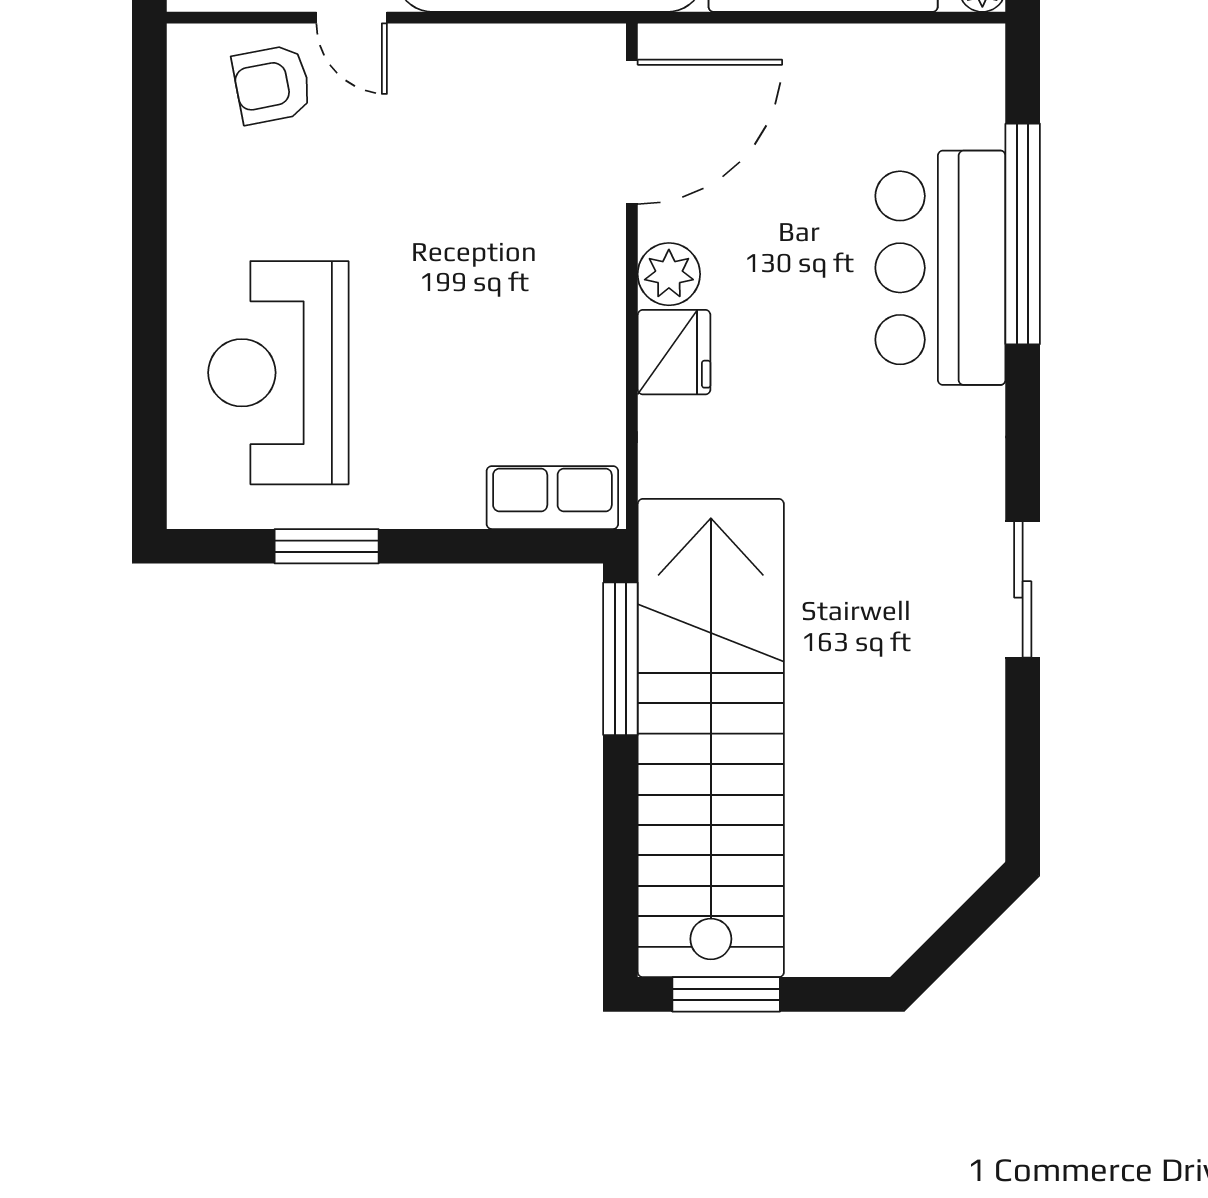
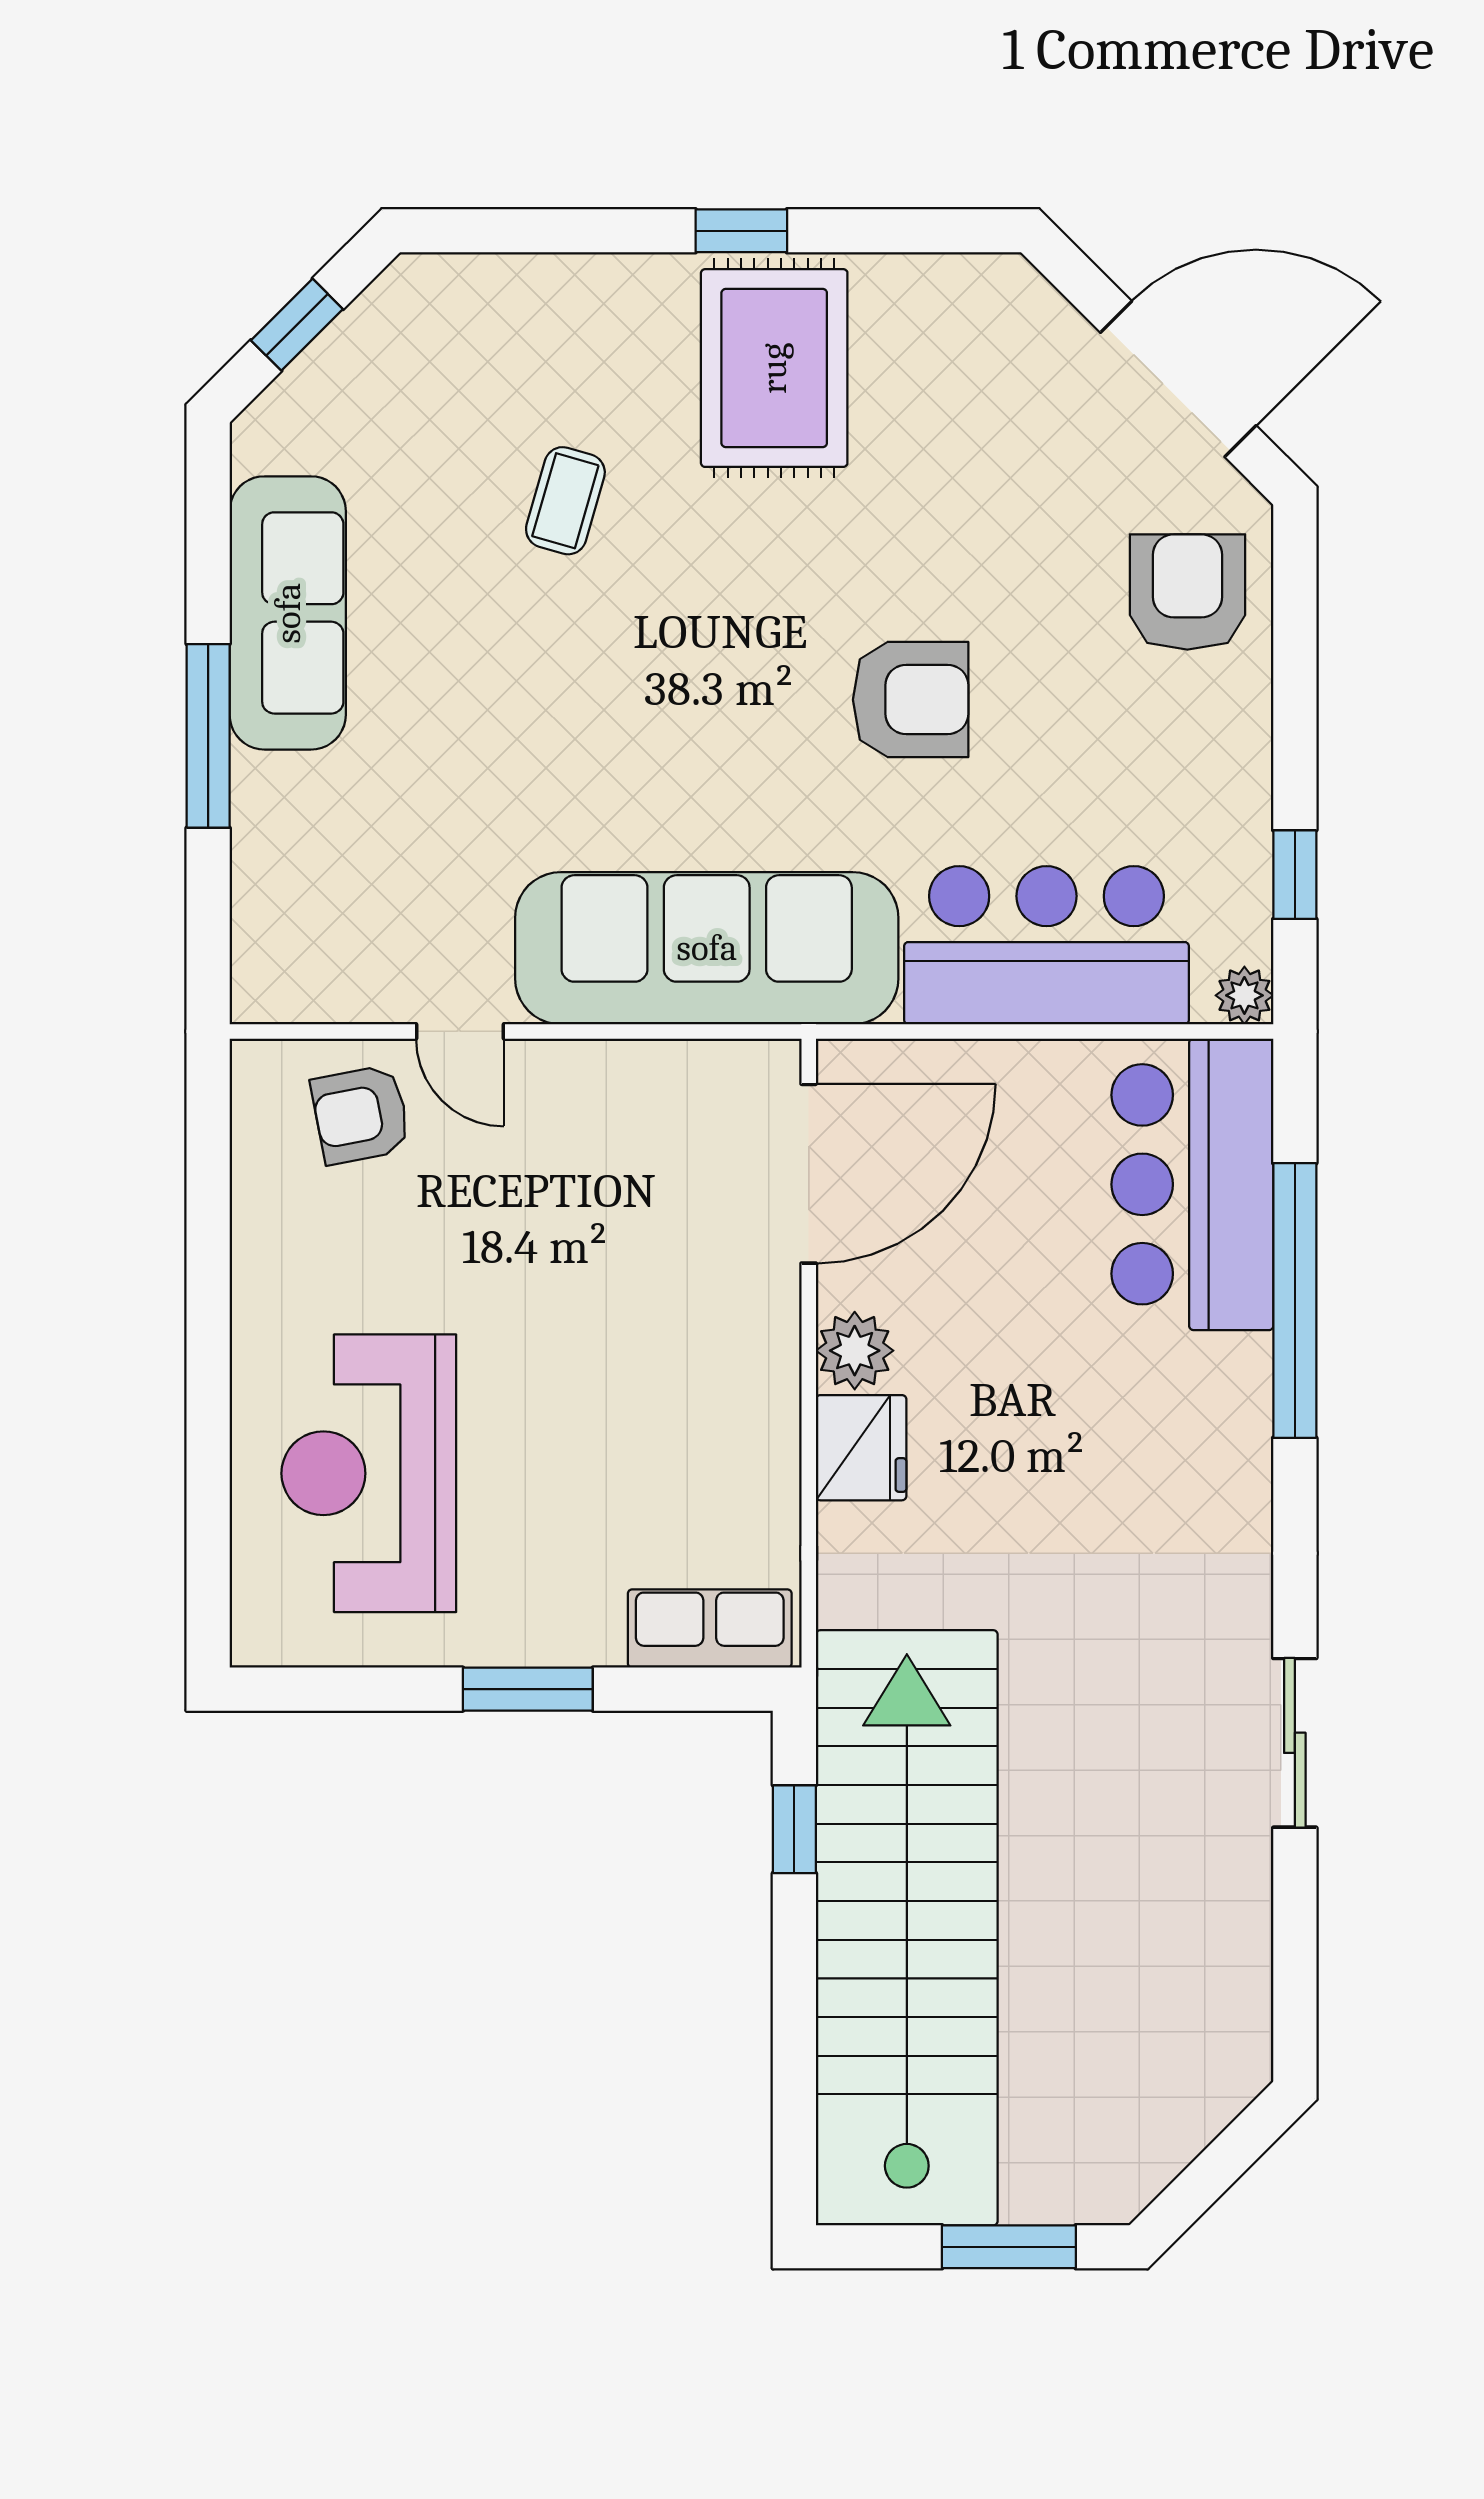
bar counter: (940, 268) -> (1192, 1184), moved
window: (327, 546) -> (528, 1689), moved
window: (620, 659) -> (794, 1829), width x0.46
window: (726, 994) -> (1009, 2247), moved

